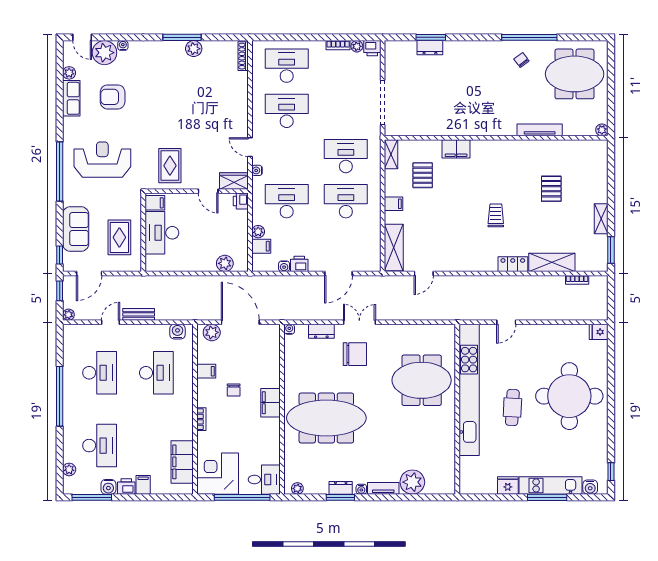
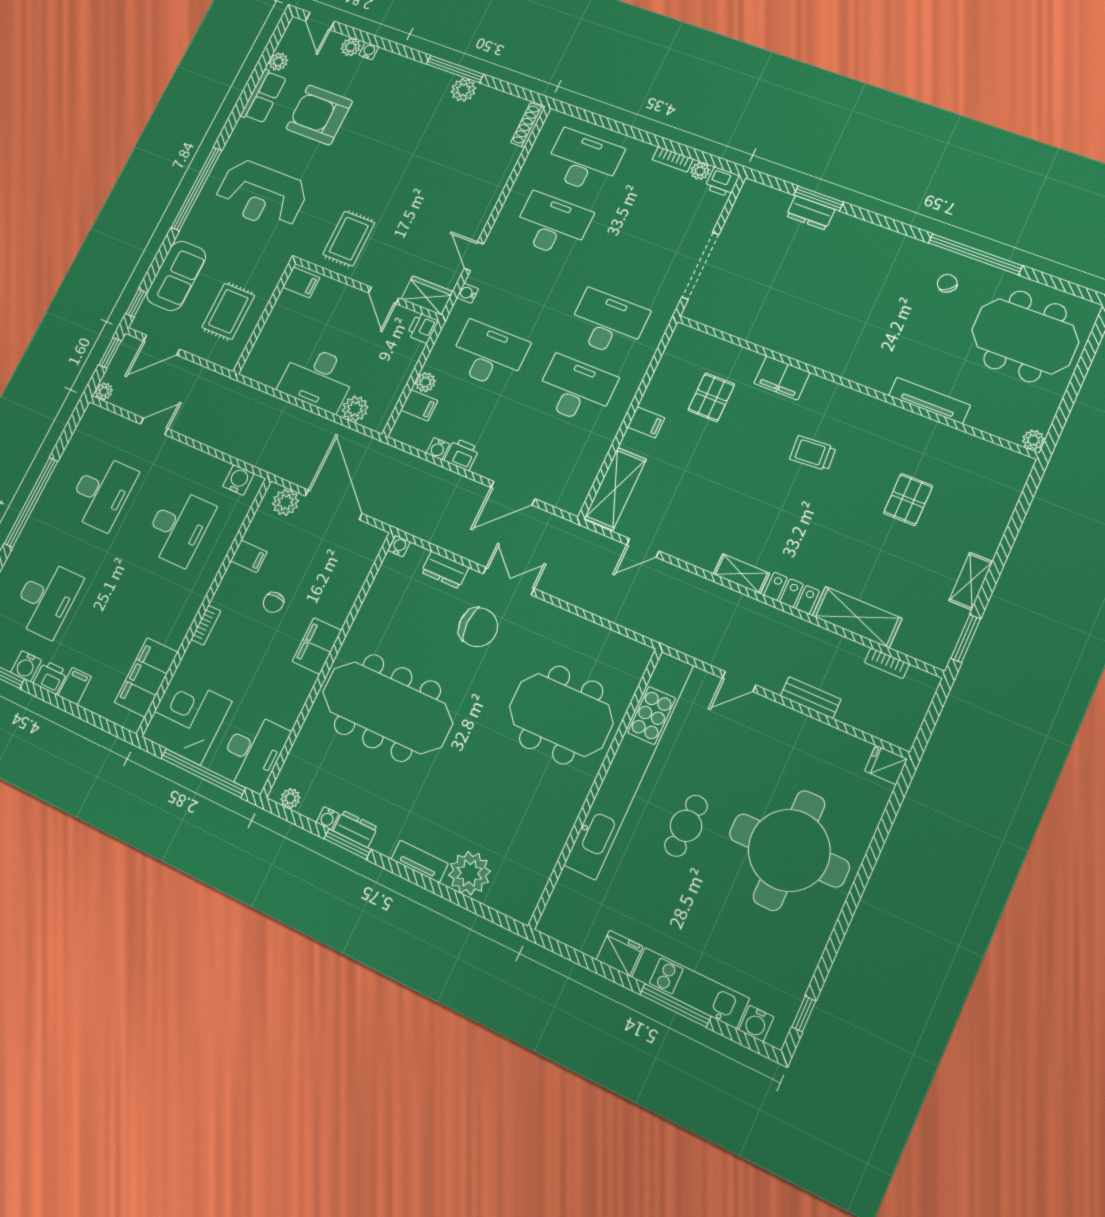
plant: (104, 53) -> (351, 47), width x0.53, depth x0.53
armchair: (113, 97) -> (319, 115), width x1.36, depth x1.36
shelving: (391, 154) -> (741, 574), moved, turned 90
reception desk: (102, 160) -> (261, 195), turned 180
trolley: (496, 215) -> (813, 453), moved, turned -94
desk: (162, 233) -> (318, 378), moved, turned -90
bench: (139, 314) -> (811, 698), moved
desk: (264, 480) -> (253, 752), width x1.37
water cooler: (361, 489) -> (328, 818), moved

